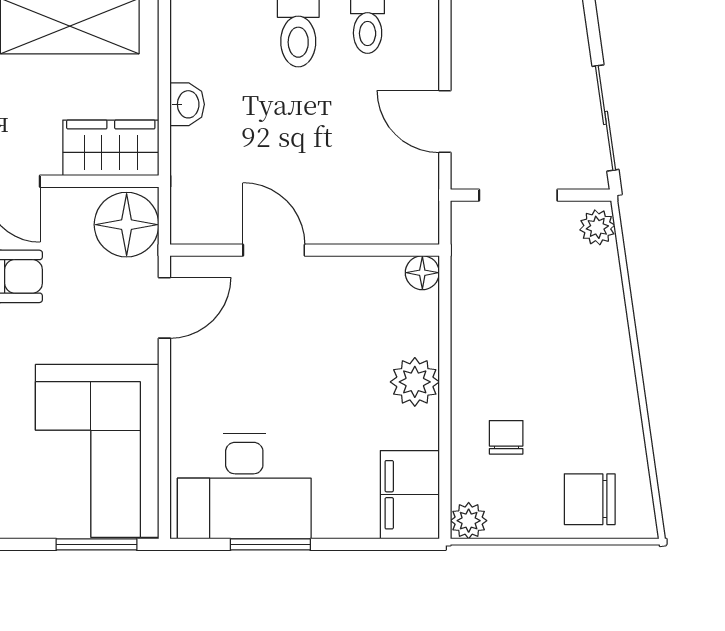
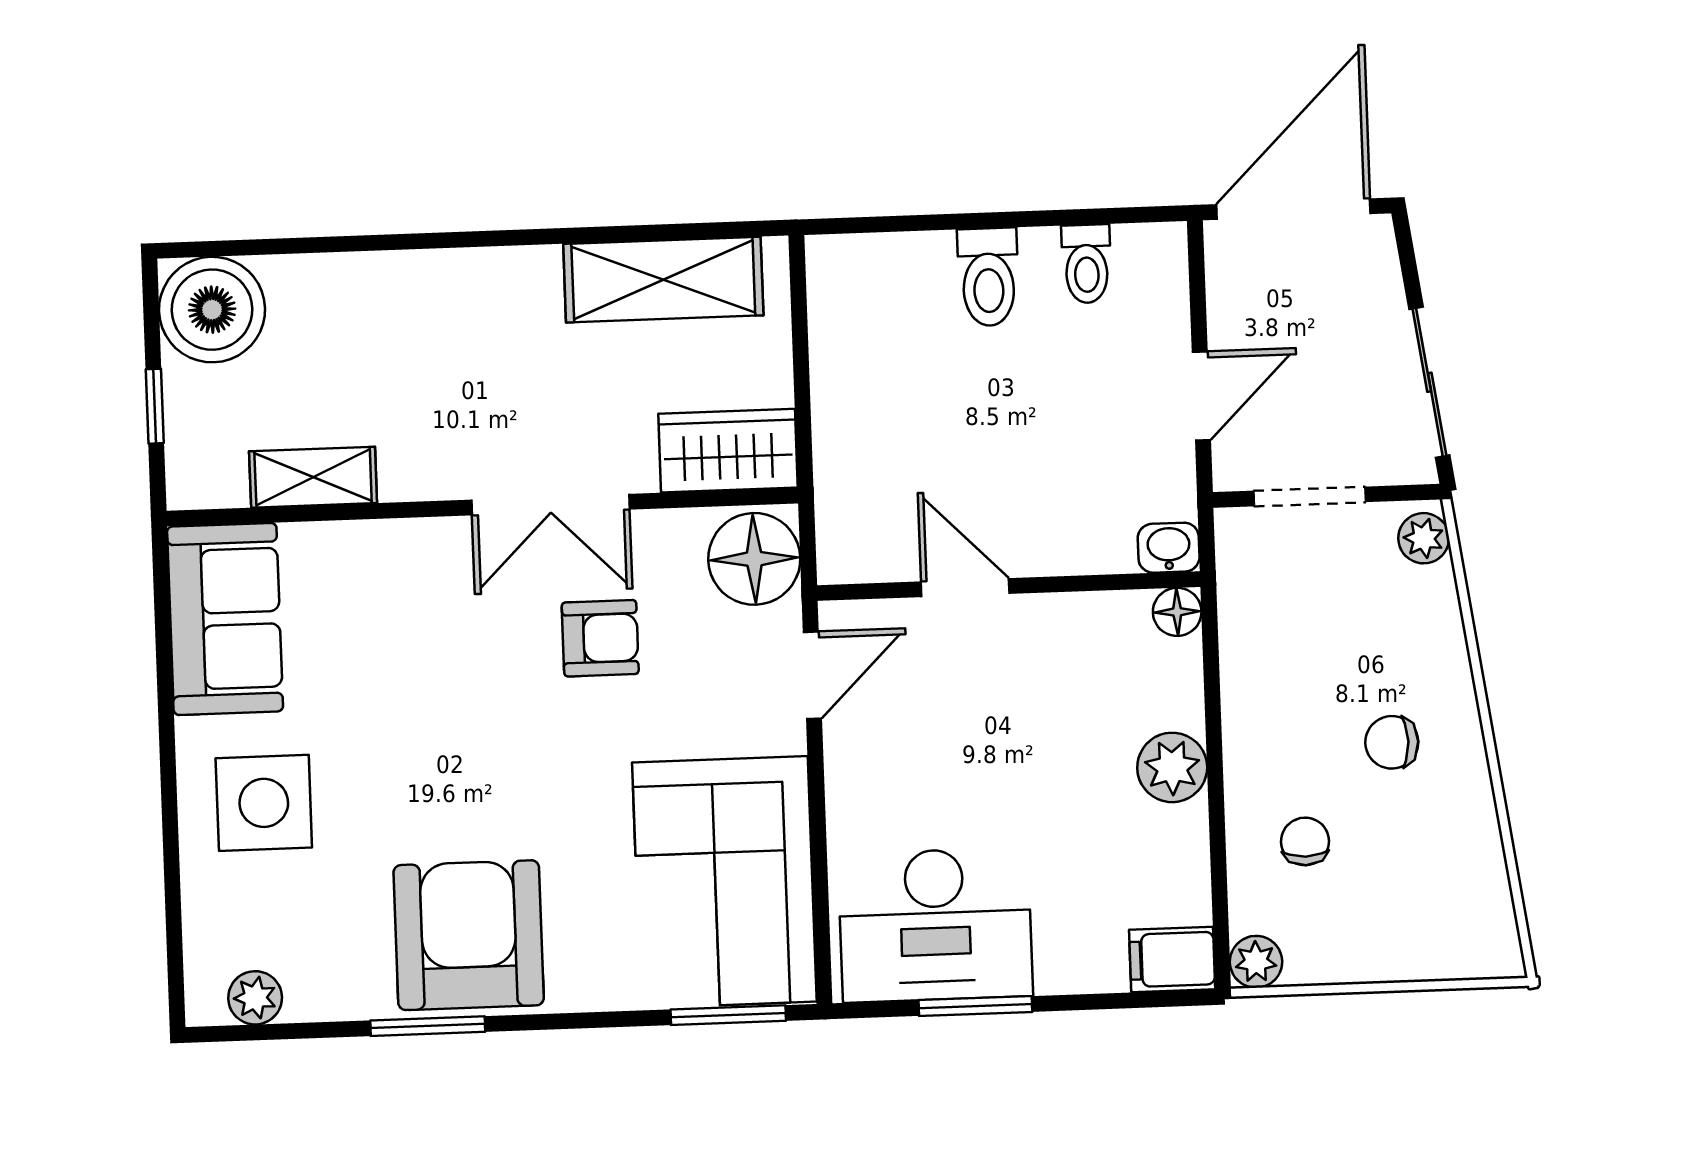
washbasin: (187, 104) -> (1169, 548), moved, turned -90
door: (445, 122) -> (1201, 396), swing flipped
filing cabinet: (410, 495) -> (1172, 959), width x0.50
chair: (590, 499) -> (1392, 742), moved, width x0.73, depth x0.73

